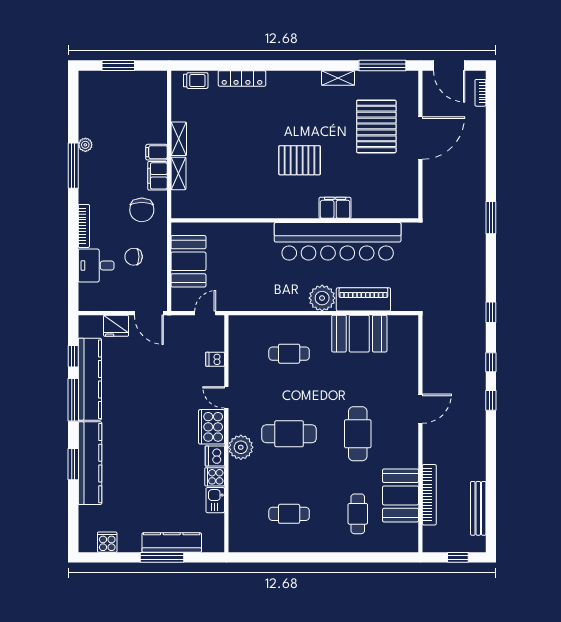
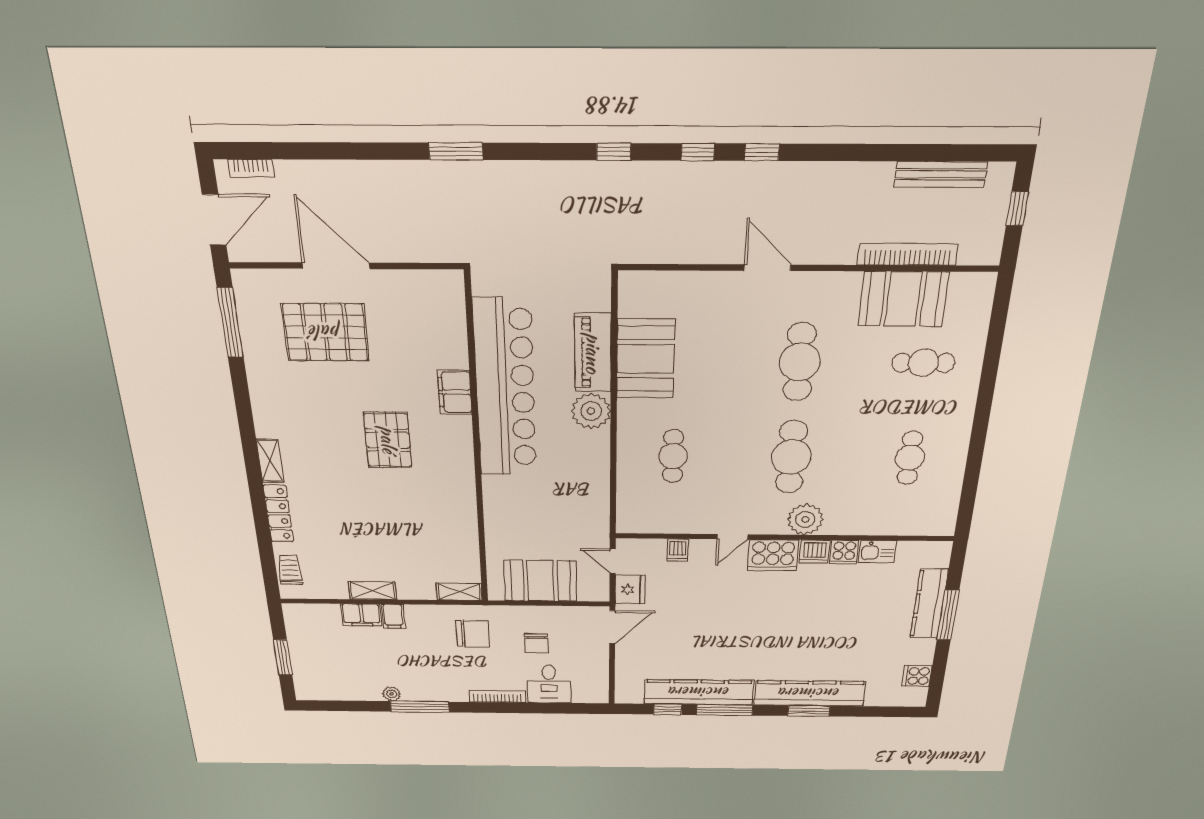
shelving: (338, 78) -> (270, 461), moved
shelving: (178, 173) -> (459, 592), moved
filing cabinet: (157, 176) -> (361, 615), moved
fridge: (116, 326) -> (630, 589), moved
cafe table: (358, 434) -> (800, 362), turned 90

